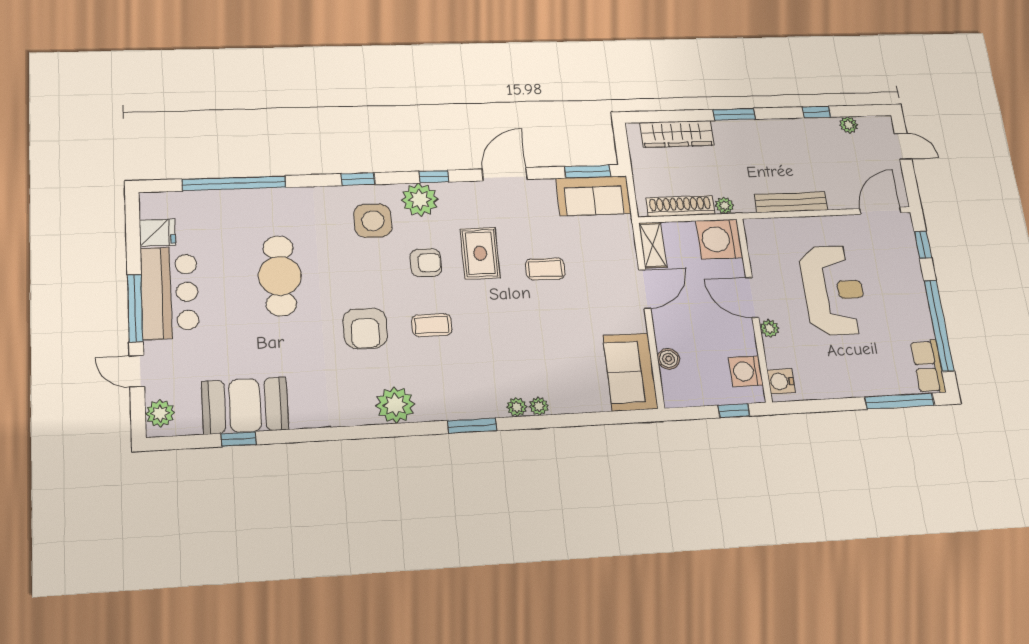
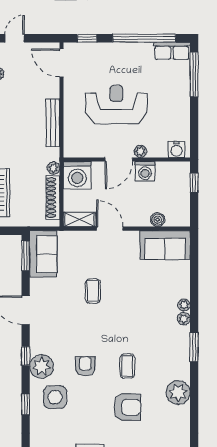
rug: (480, 253) -> (80, 331), removed
washing machine: (746, 371) -> (145, 171), moved

